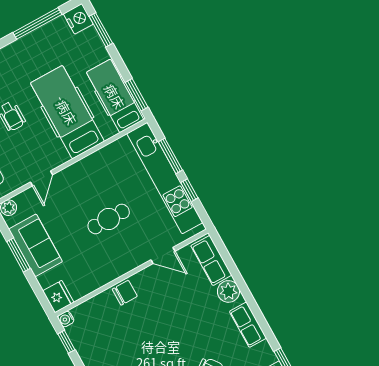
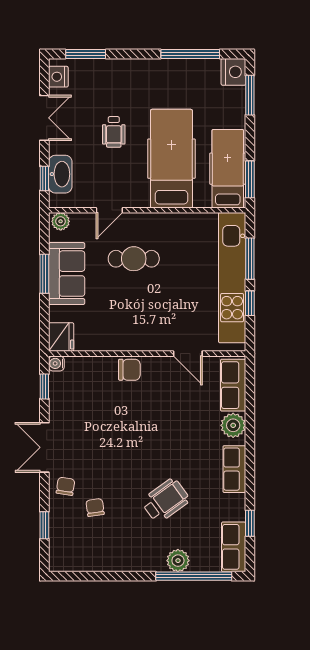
cafe table: (109, 219) -> (134, 259), moved

